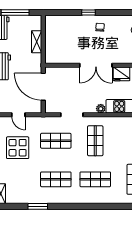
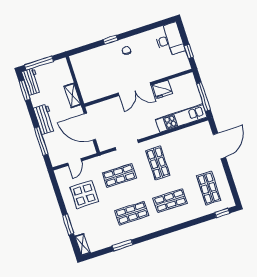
shelving: (37, 42) -> (72, 95), moved
plant: (101, 109) -> (153, 130), removed
door: (18, 115) -> (75, 162), hinge flipped

